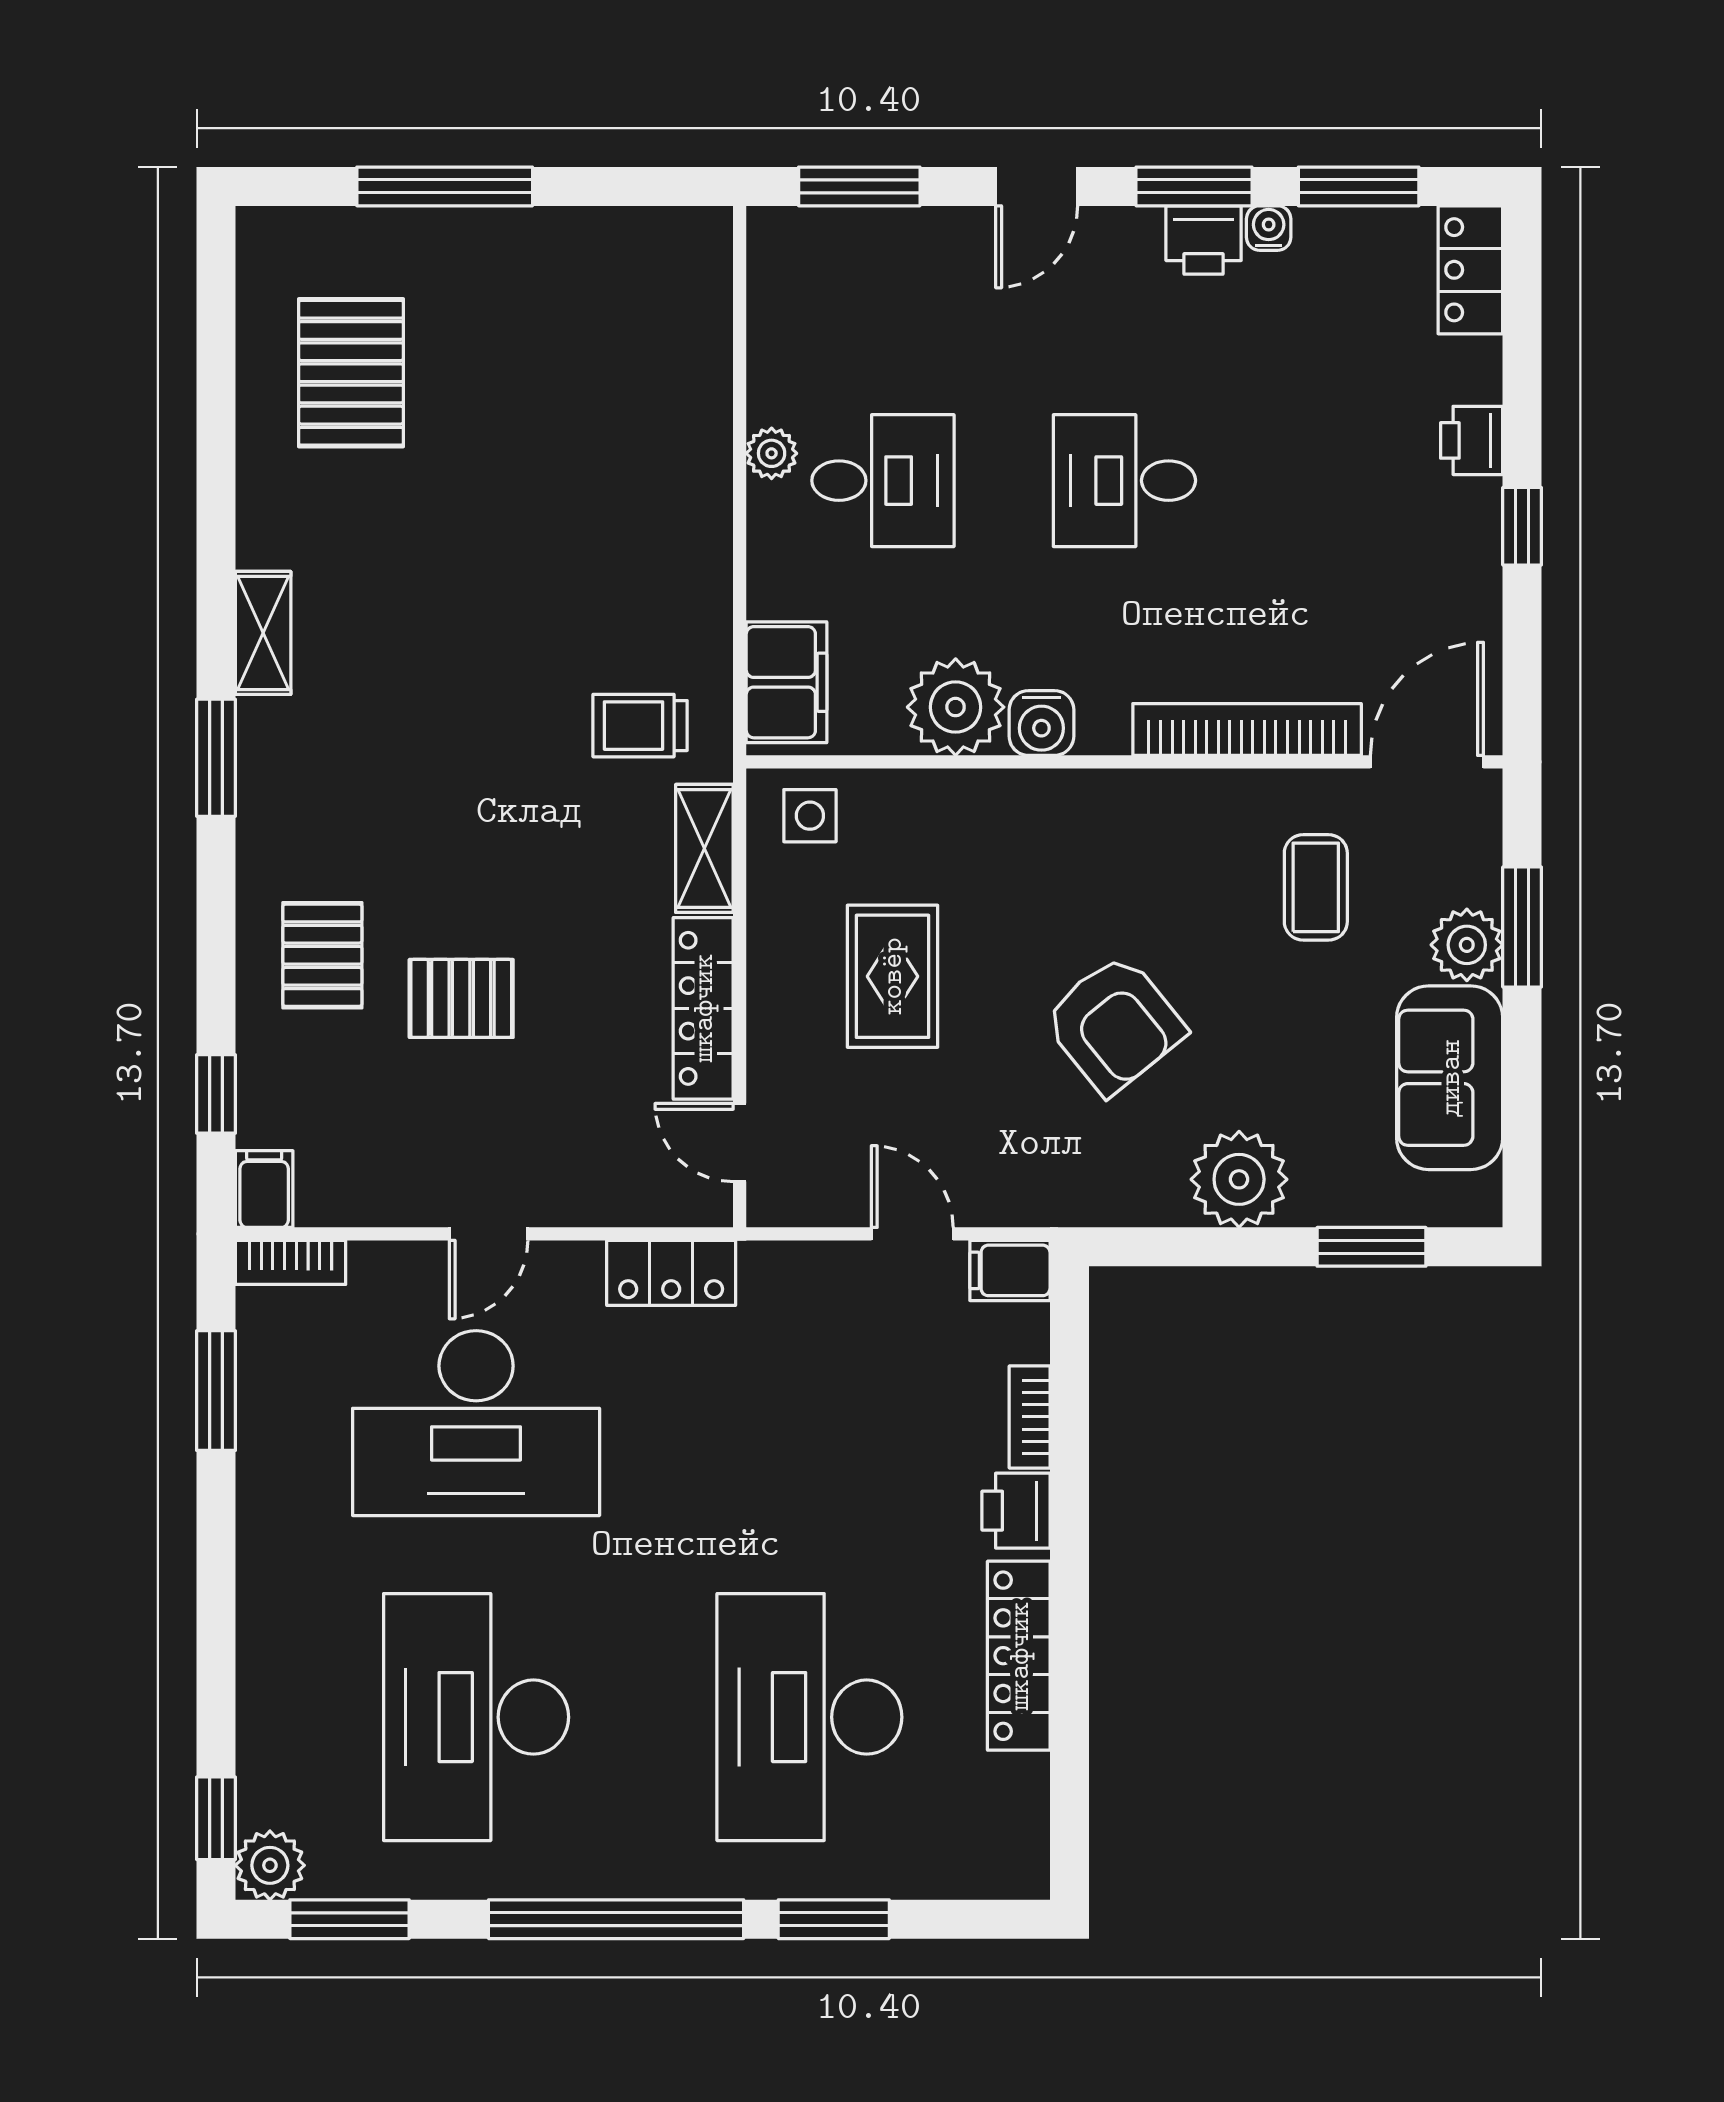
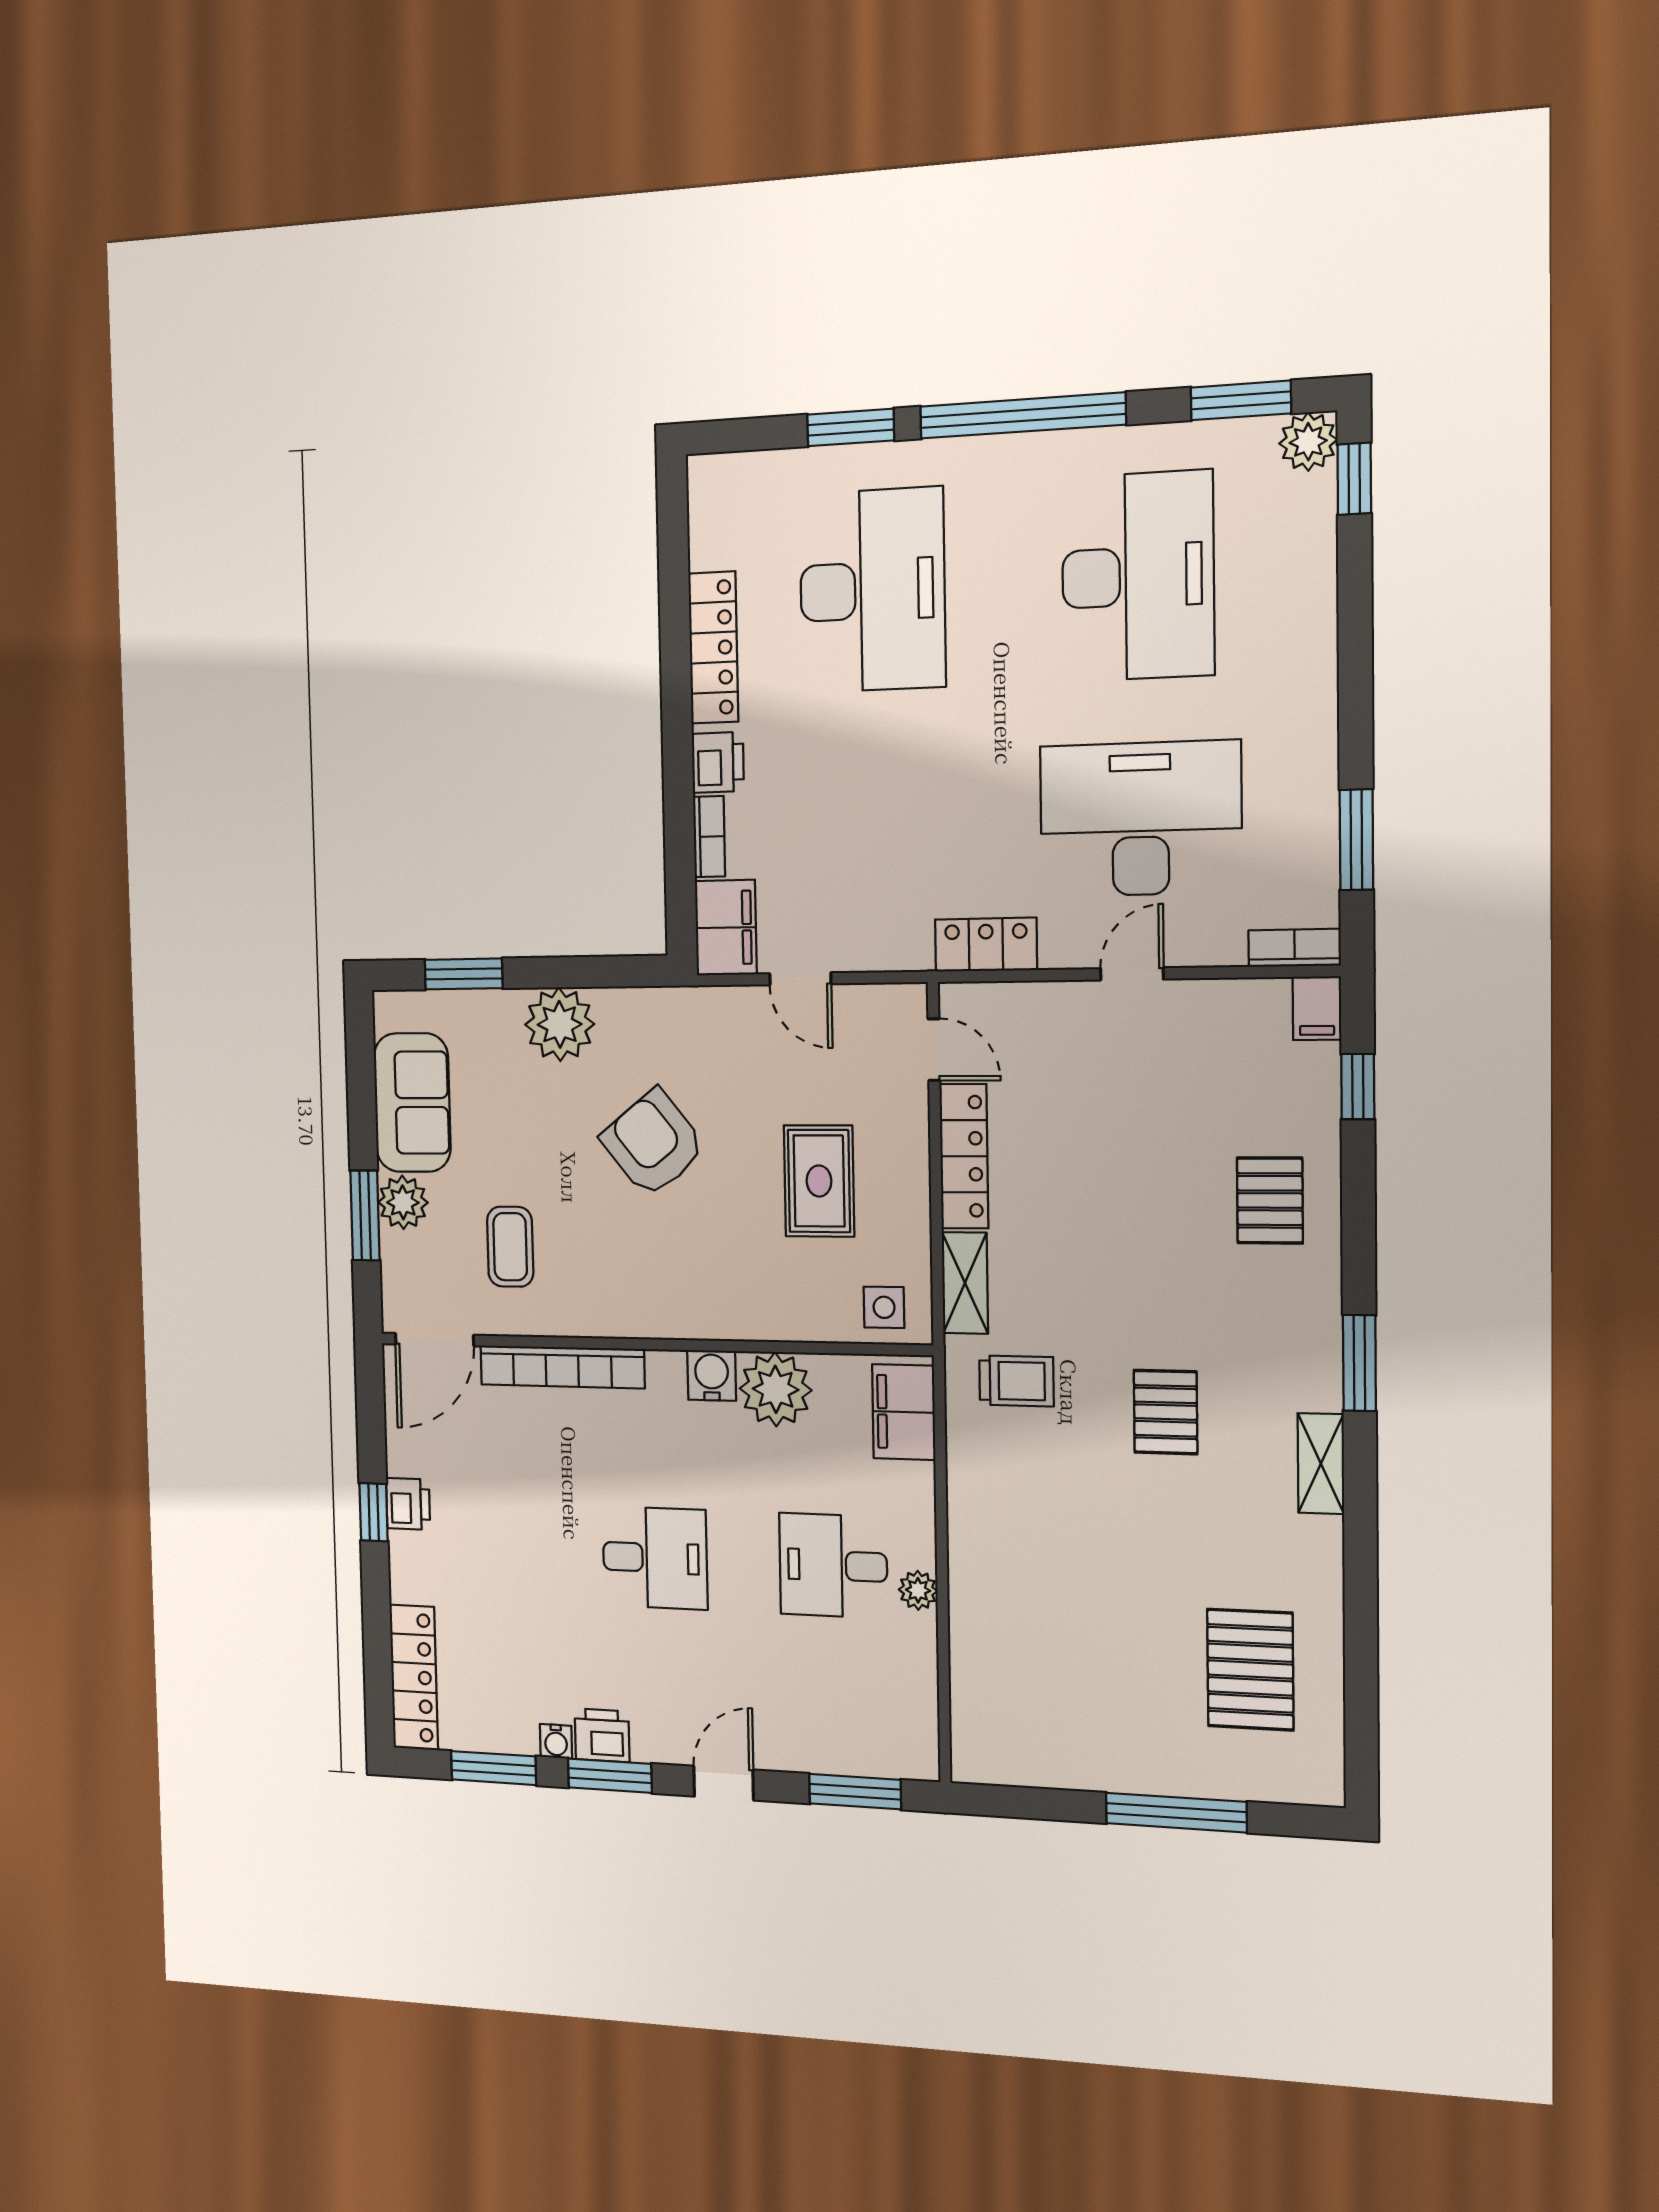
locker: (1470, 270) -> (414, 1677), width x1.53
printer: (1472, 440) -> (408, 1504), moved
pallet: (461, 998) -> (1166, 1412), moved, turned 90
filing cabinet: (1010, 1270) -> (726, 928), width x2.00

